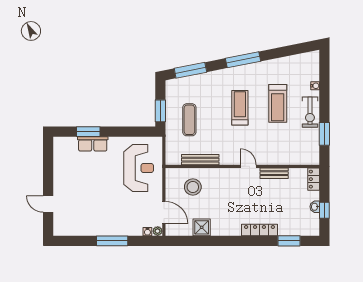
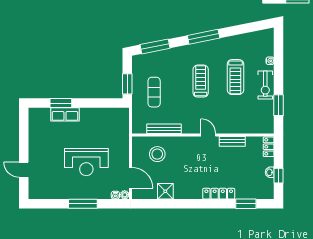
reception desk: (139, 168) -> (86, 162), moved, turned 90

